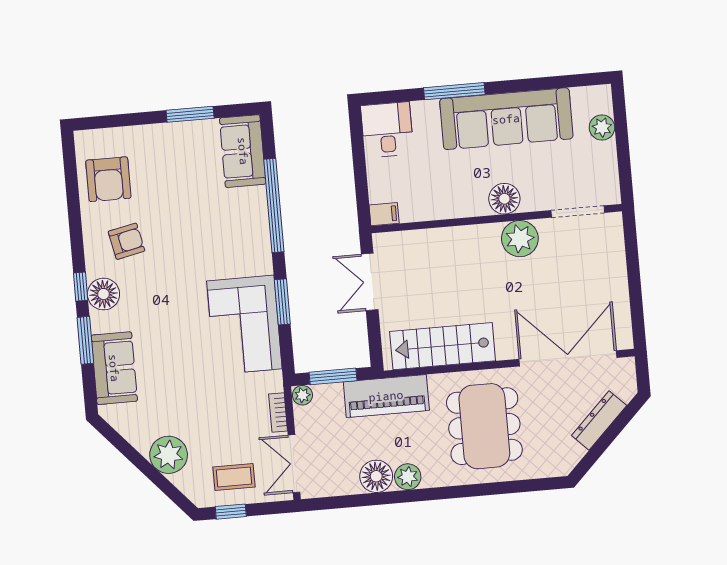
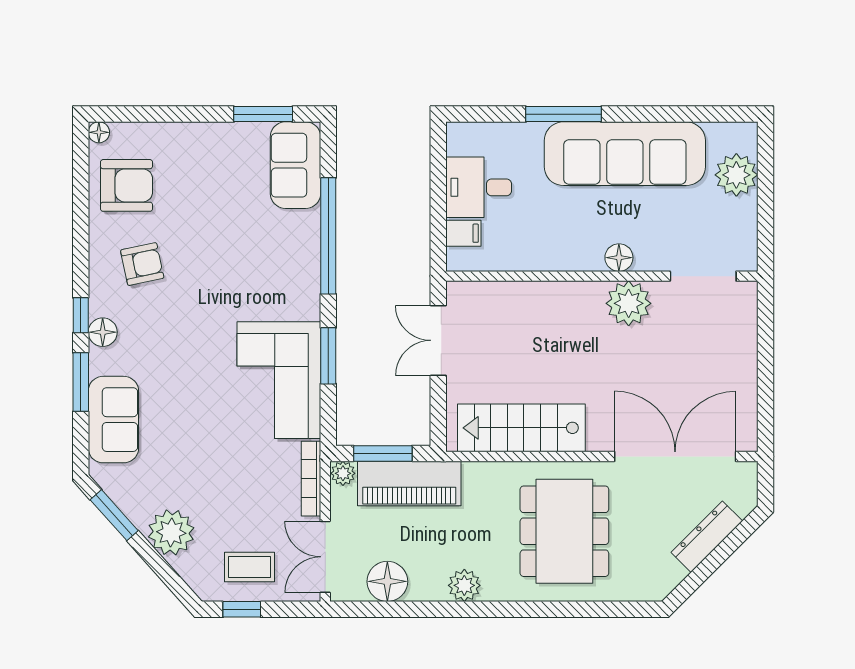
window: (190, 114) -> (263, 114), moved
plant: (602, 127) -> (736, 175), width x1.36, depth x1.36
desk: (387, 130) -> (479, 187), moved, turned -90
floor lamp: (82, 138) -> (99, 132), added
armchair: (108, 179) -> (126, 185), turned -90
floor lamp: (504, 199) -> (619, 258), width x0.73, depth x0.73
filing cabinet: (384, 214) -> (463, 233), moved
floor lamp: (104, 294) -> (103, 332), width x0.73, depth x0.73
piano: (386, 396) -> (409, 483), moved
bookcase: (278, 413) -> (311, 479), width x1.56
window: (122, 445) -> (114, 515), added
floor lamp: (376, 476) -> (387, 581), moved

